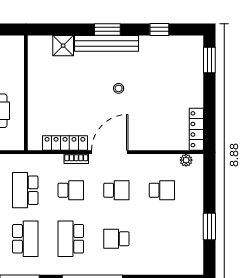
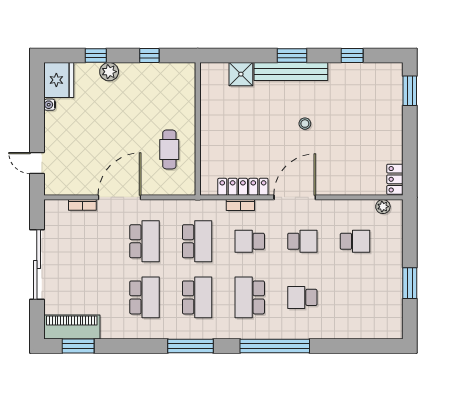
locker: (196, 129) -> (395, 179), width x0.66
bookcase: (76, 159) -> (240, 205), moved
school desk: (25, 190) -> (197, 241), turned 180
school desk: (71, 190) -> (250, 241), turned 180

